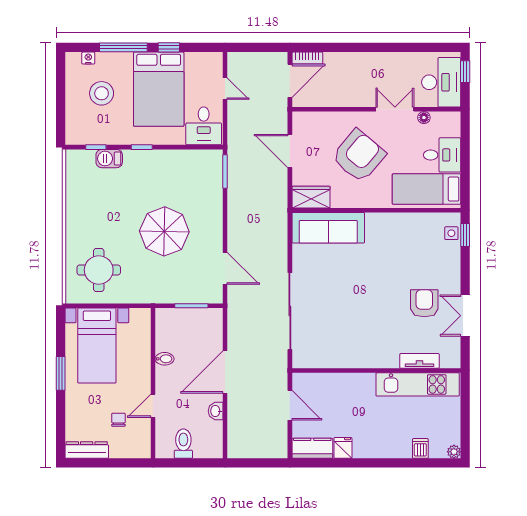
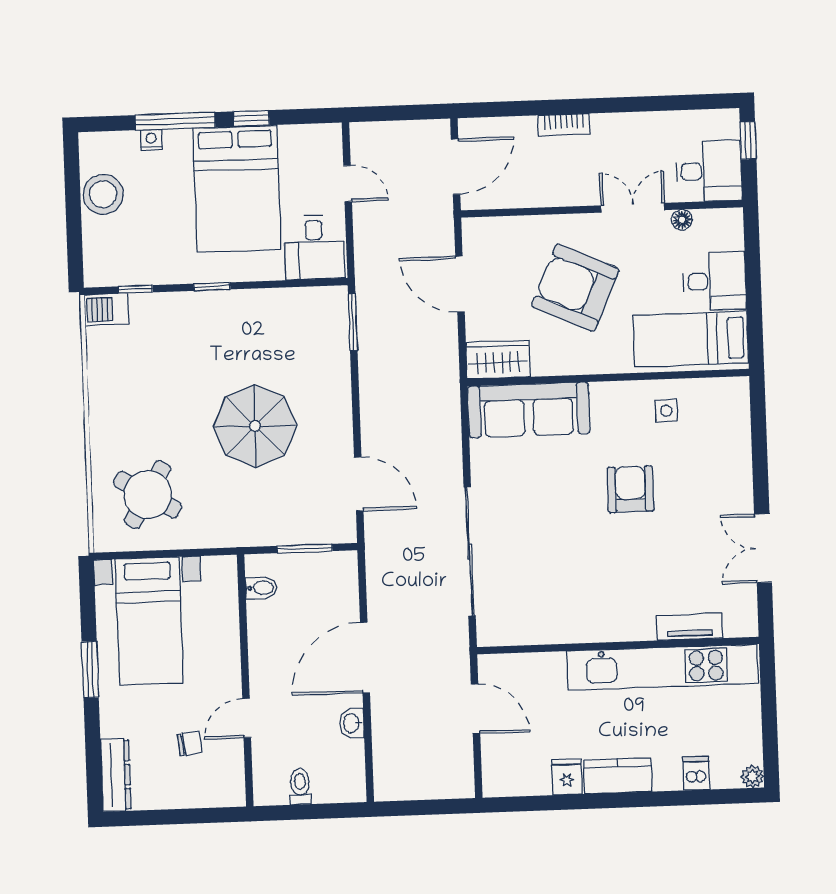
nightstand: (88, 58) -> (151, 140), moved
bookcase: (307, 58) -> (564, 125), moved
desk: (441, 82) -> (709, 171), width x0.73
stool: (102, 93) -> (103, 194), moved
armchair: (359, 156) -> (575, 288), turned -106
barbecue: (109, 159) -> (106, 310), moved
side table: (451, 233) -> (666, 411), moved
window: (465, 235) -> (758, 414), removed
round table: (99, 270) -> (148, 495), turned 31
armchair: (424, 303) -> (630, 489), moved
bidet: (165, 359) -> (261, 588), moved
kitchen unit: (418, 384) -> (662, 667), width x1.36
chair: (118, 420) -> (190, 744), turned 83
toilet: (183, 444) -> (300, 787), width x0.73, depth x0.72
kitchen counter: (312, 448) -> (618, 776), moved
dresser: (87, 450) -> (116, 775), moved, turned 90

